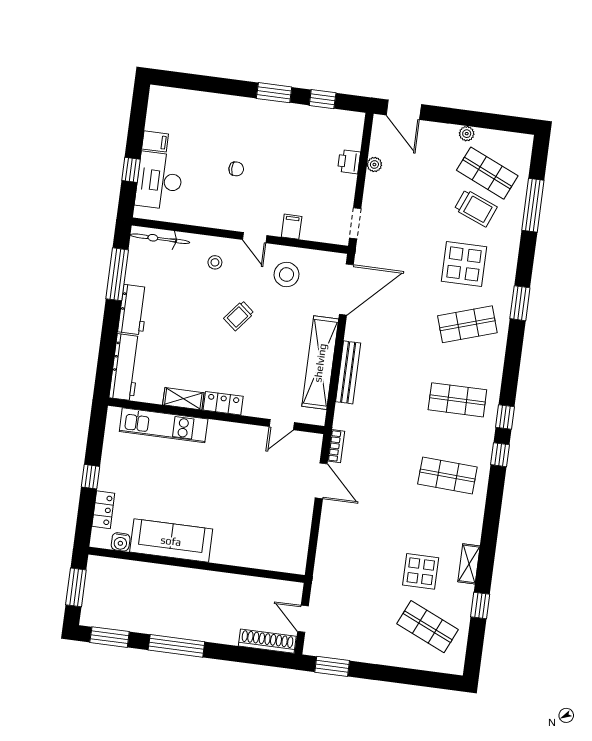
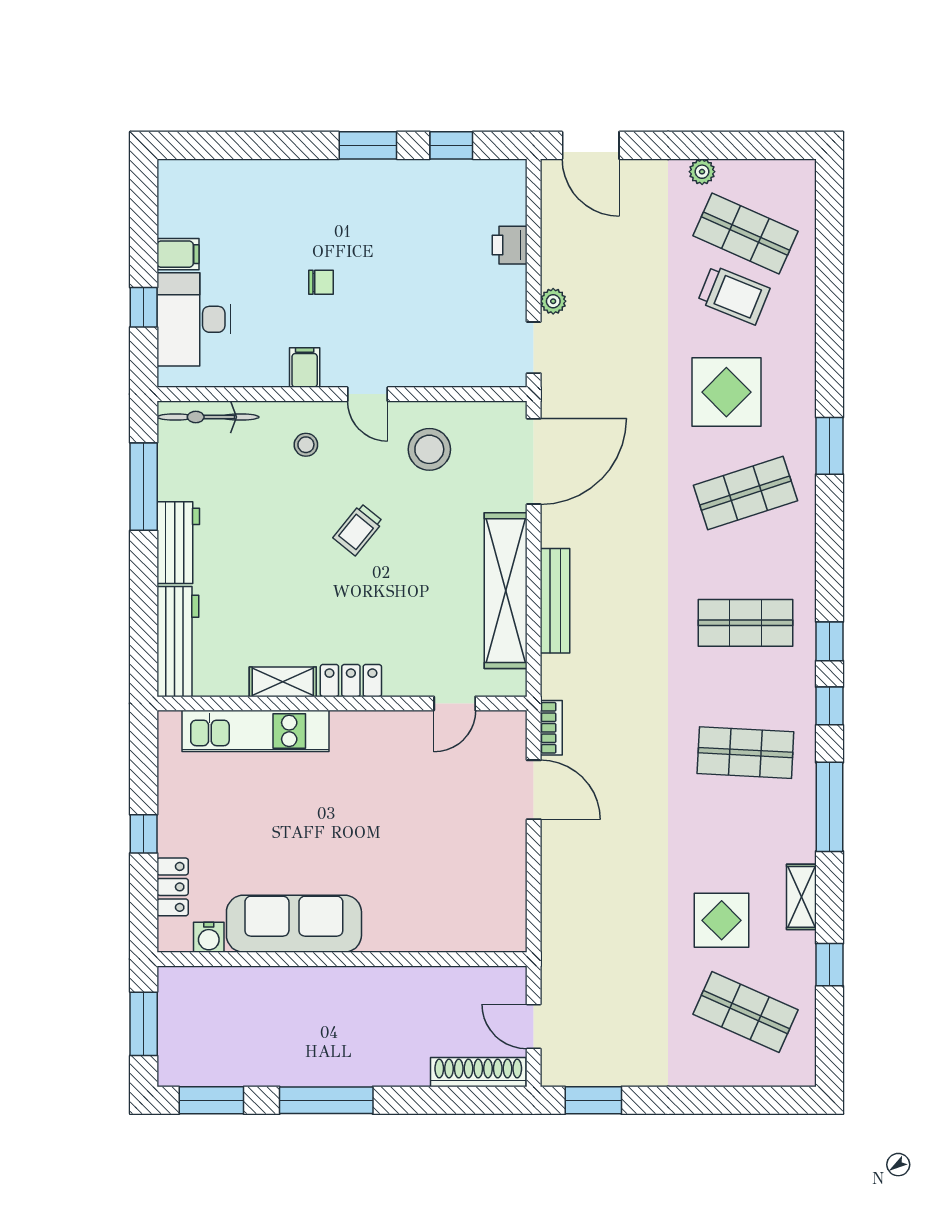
plant: (374, 165) -> (553, 301), moved
window: (533, 205) -> (830, 807), moved
filing cabinet: (292, 227) -> (305, 368), moved

